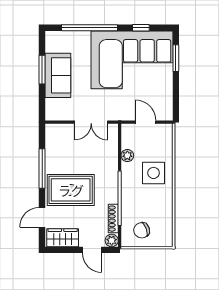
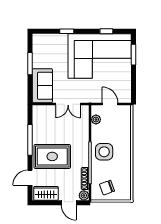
window: (89, 28) -> (67, 31), width x0.32
sofa: (58, 75) -> (42, 86), moved
plant: (127, 156) -> (96, 120), moved
side table: (154, 173) -> (104, 152), moved

